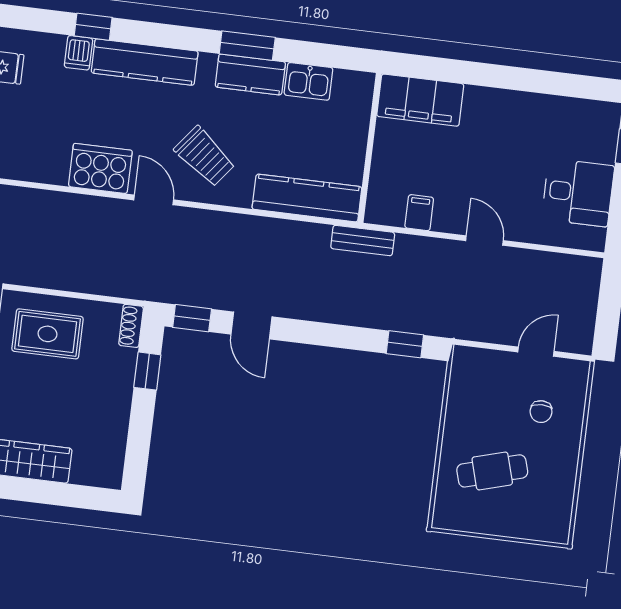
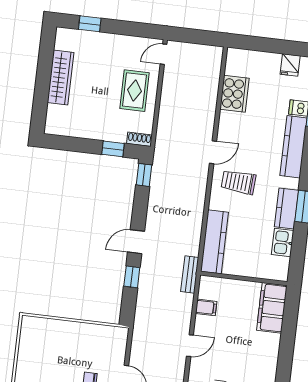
trolley: (205, 156) -> (239, 182), turned 56
cooker: (100, 168) -> (235, 94), moved
door: (251, 325) -> (136, 242), moved
window: (405, 344) -> (132, 277), moved
cafe table: (492, 471) -> (55, 351), removed

